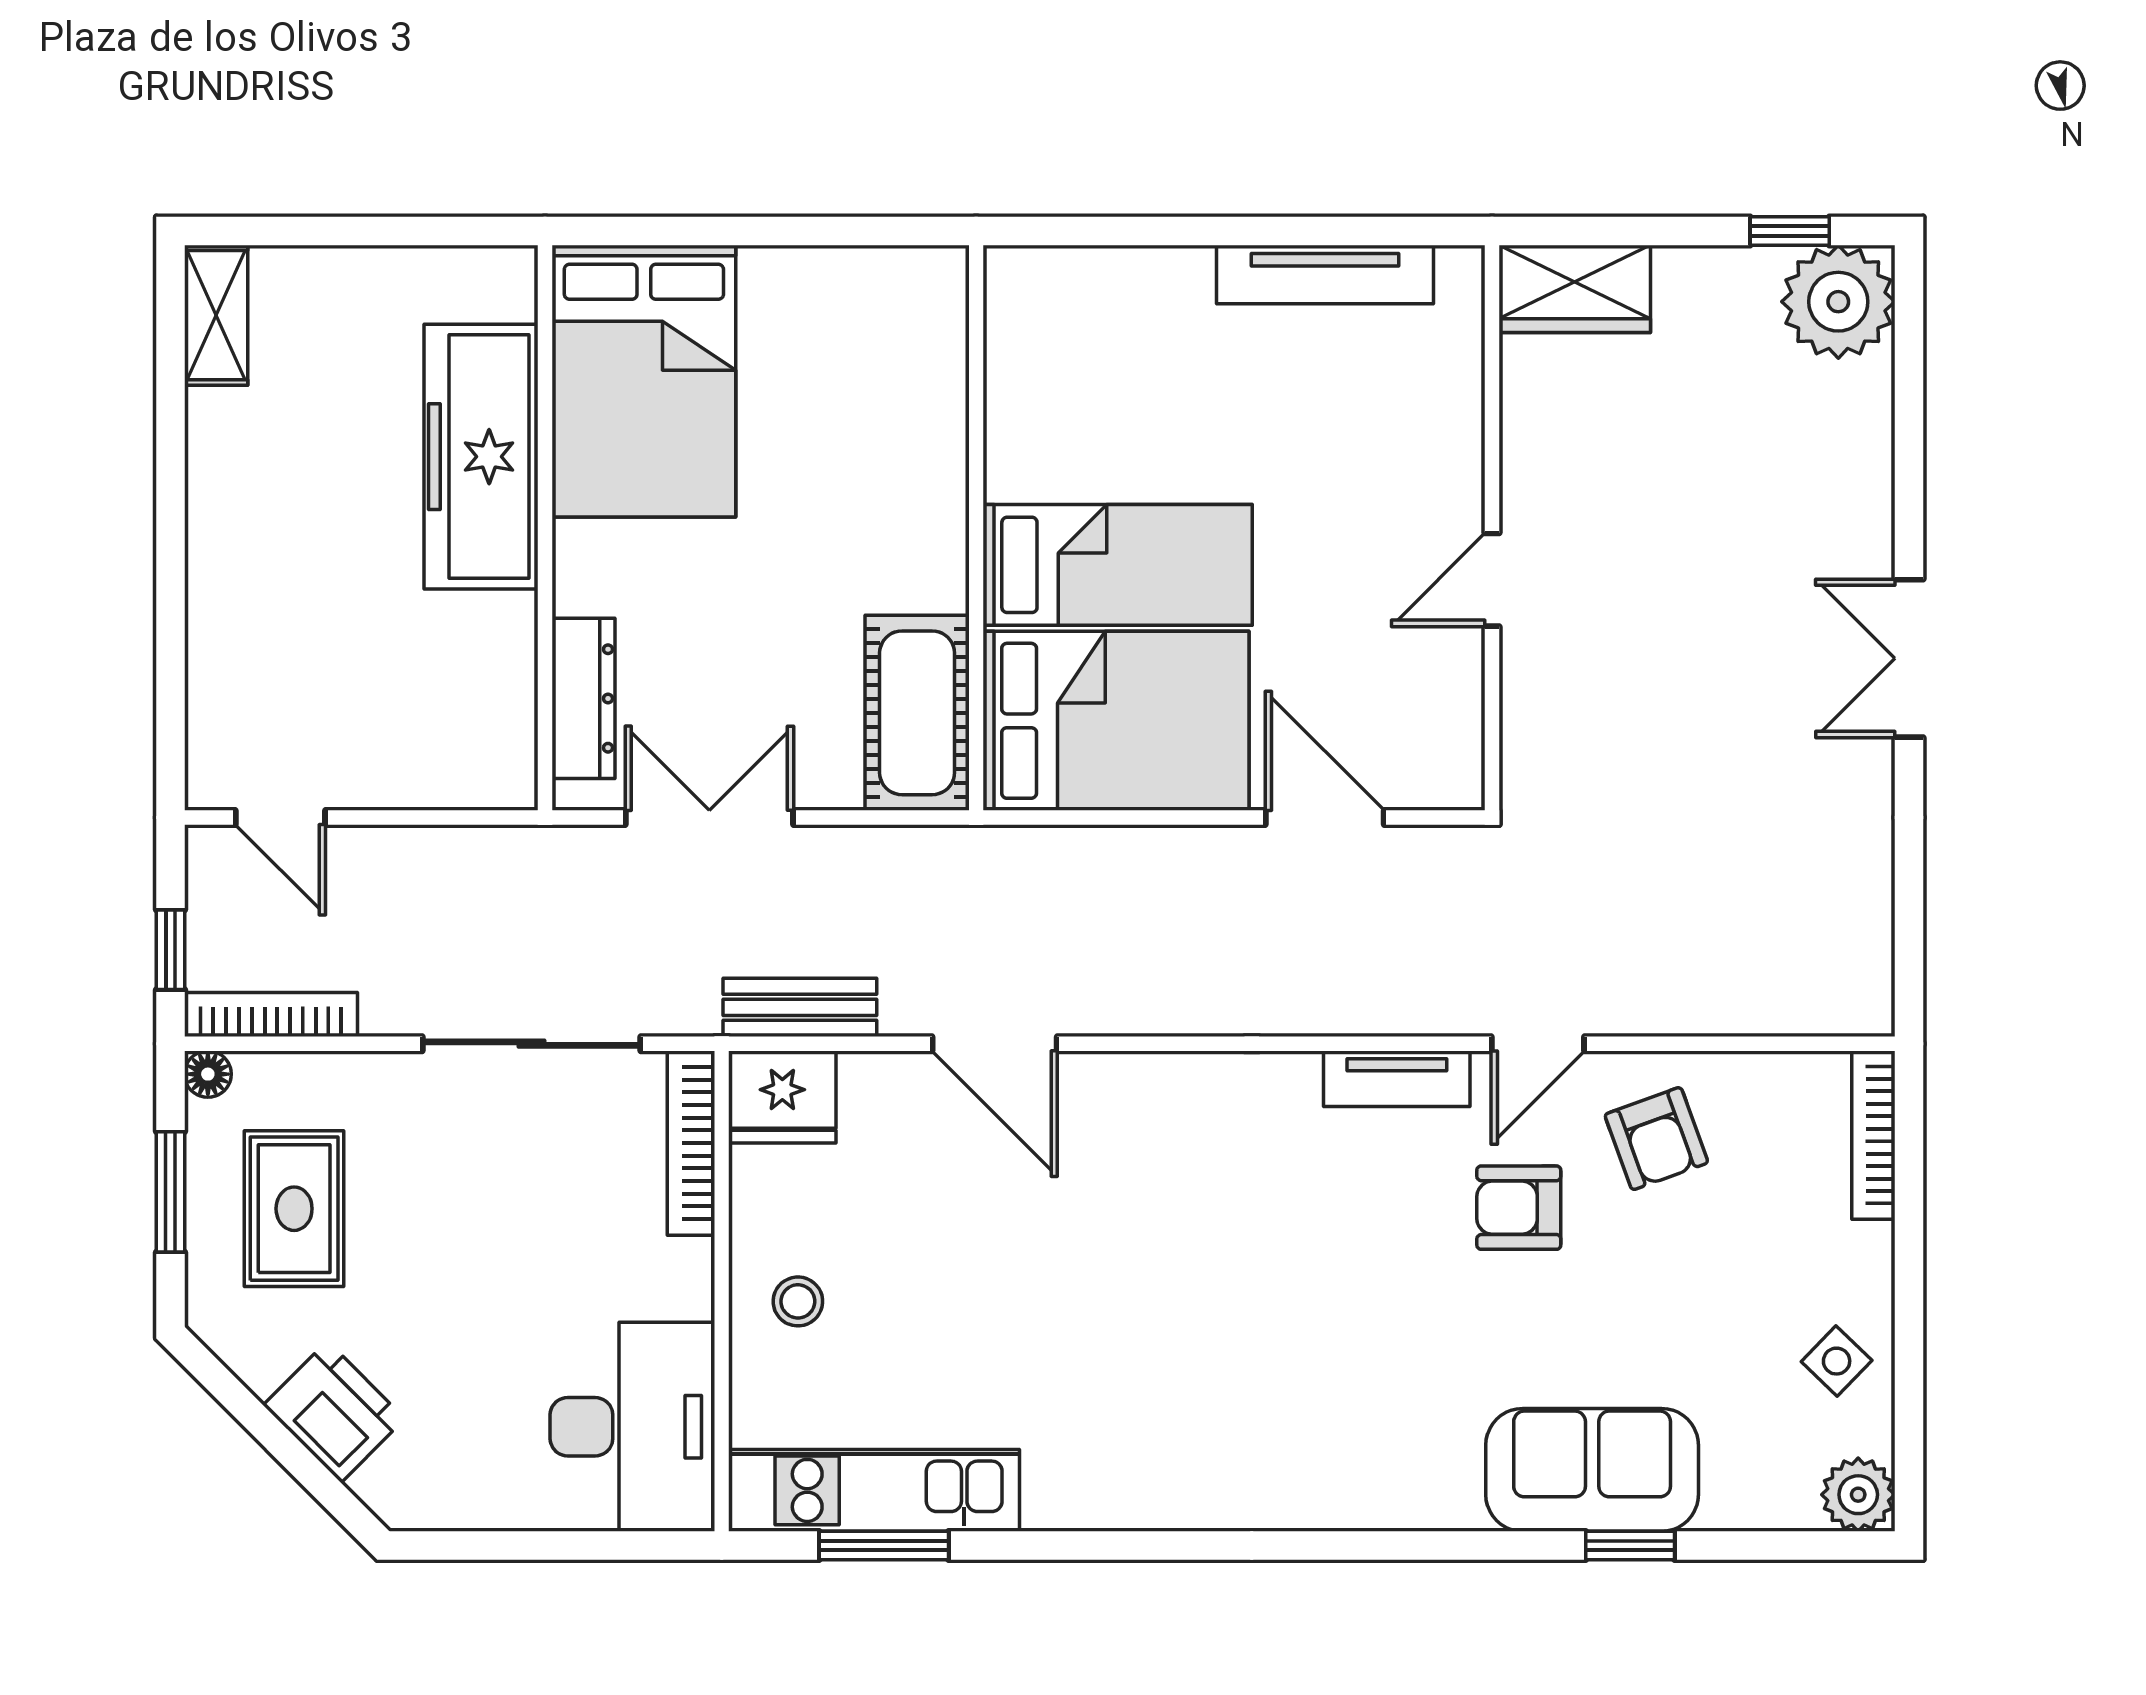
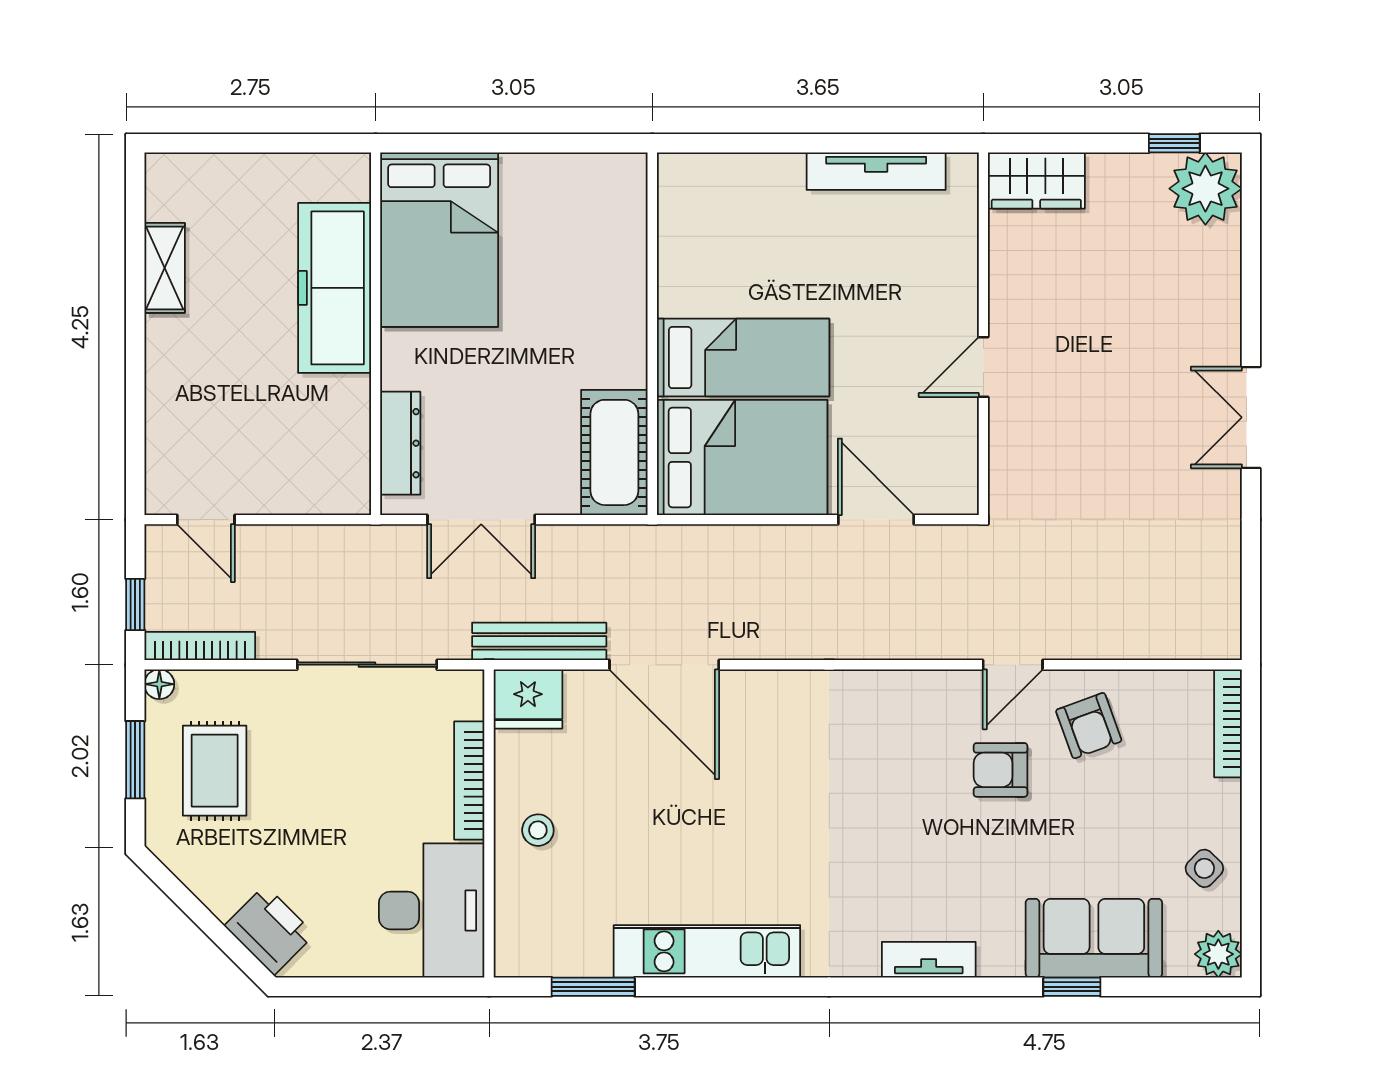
shelving: (216, 315) -> (165, 268), moved
double door: (709, 818) -> (481, 520), swing flipped
bench: (800, 1007) -> (539, 641), width x1.36
door: (995, 1044) -> (664, 665), width x1.36
tv unit: (1397, 1079) -> (929, 960), moved, turned 180
bookcase: (691, 1143) -> (469, 780), moved
printer: (334, 1412) -> (269, 930), moved
sofa: (1592, 1470) -> (1094, 938), moved
kitchen unit: (874, 1490) -> (707, 951), moved

